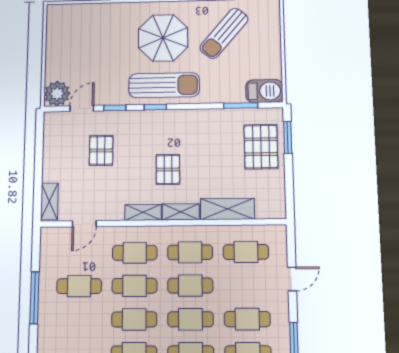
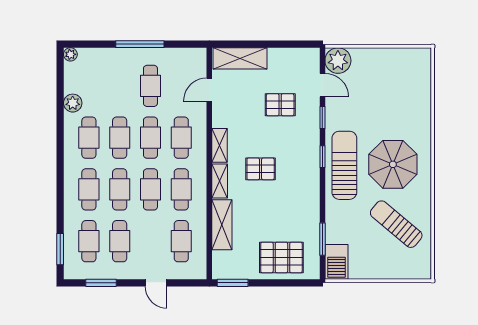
sun lounger: (164, 85) -> (344, 165), turned 180
window: (288, 137) -> (233, 283), moved
shelving: (49, 201) -> (240, 58), width x1.50, depth x1.33
door: (84, 224) -> (209, 90), hinge flipped

